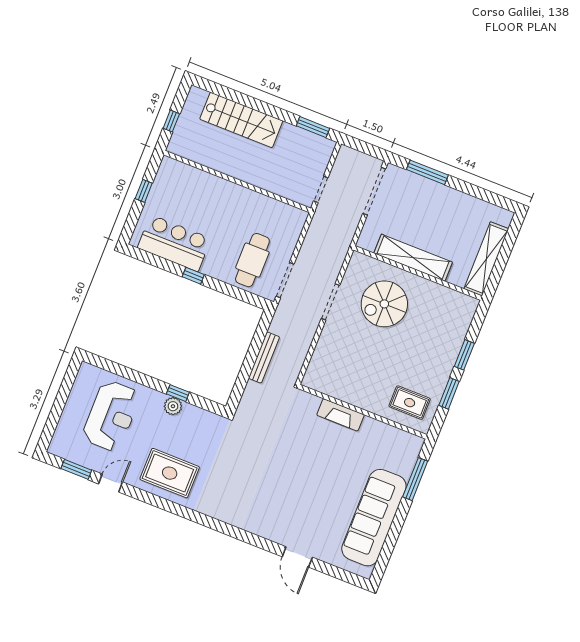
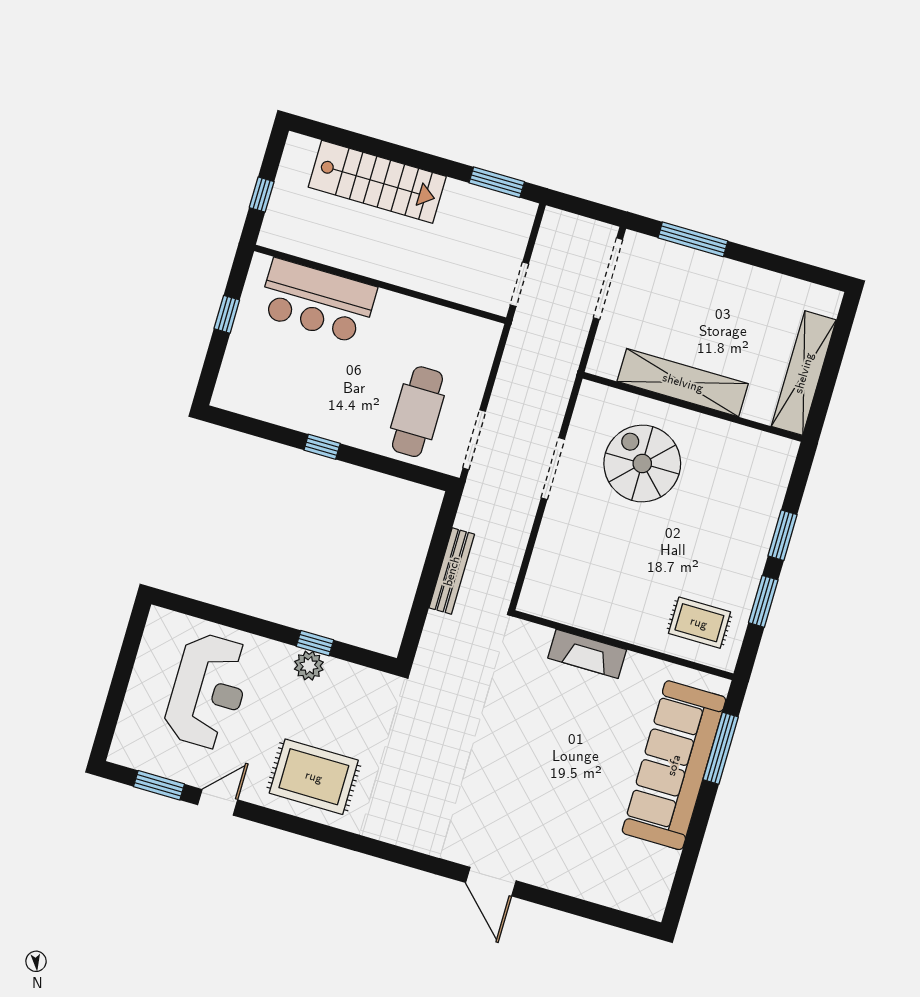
bar counter: (174, 243) -> (317, 301), moved, turned 180
spiral stairs: (384, 304) -> (642, 463), turned 90
sofa: (374, 518) -> (674, 765), moved
door: (297, 557) -> (491, 882), moved

